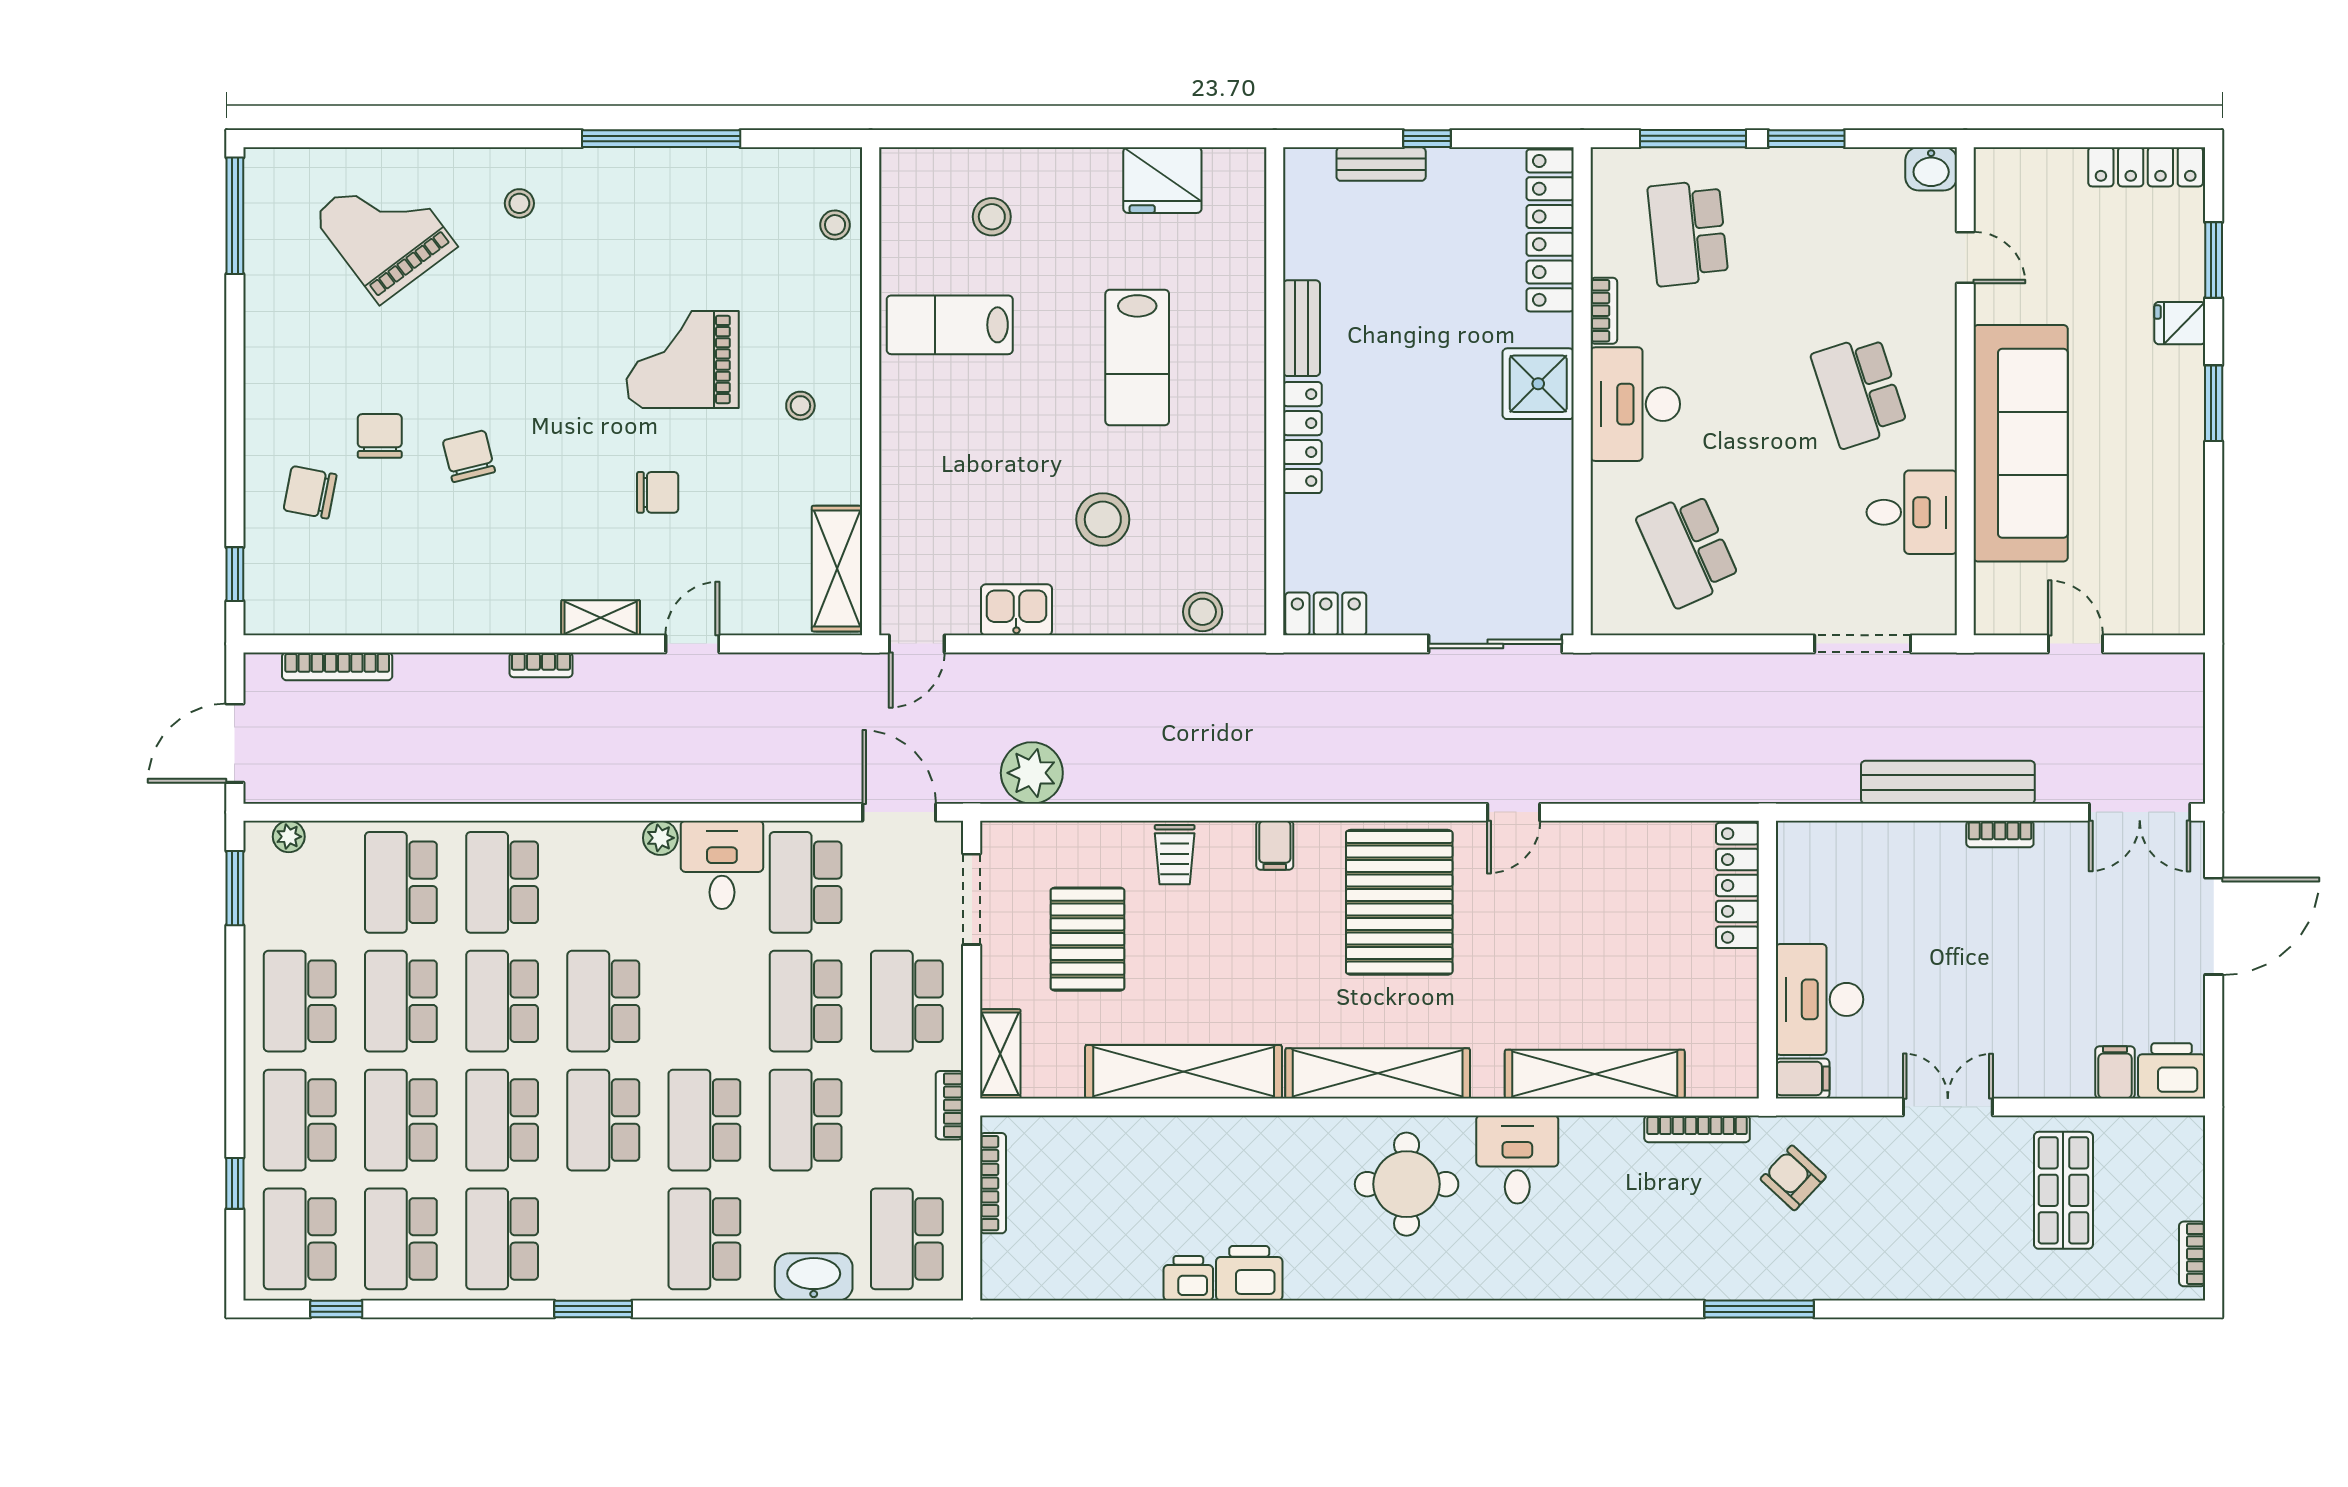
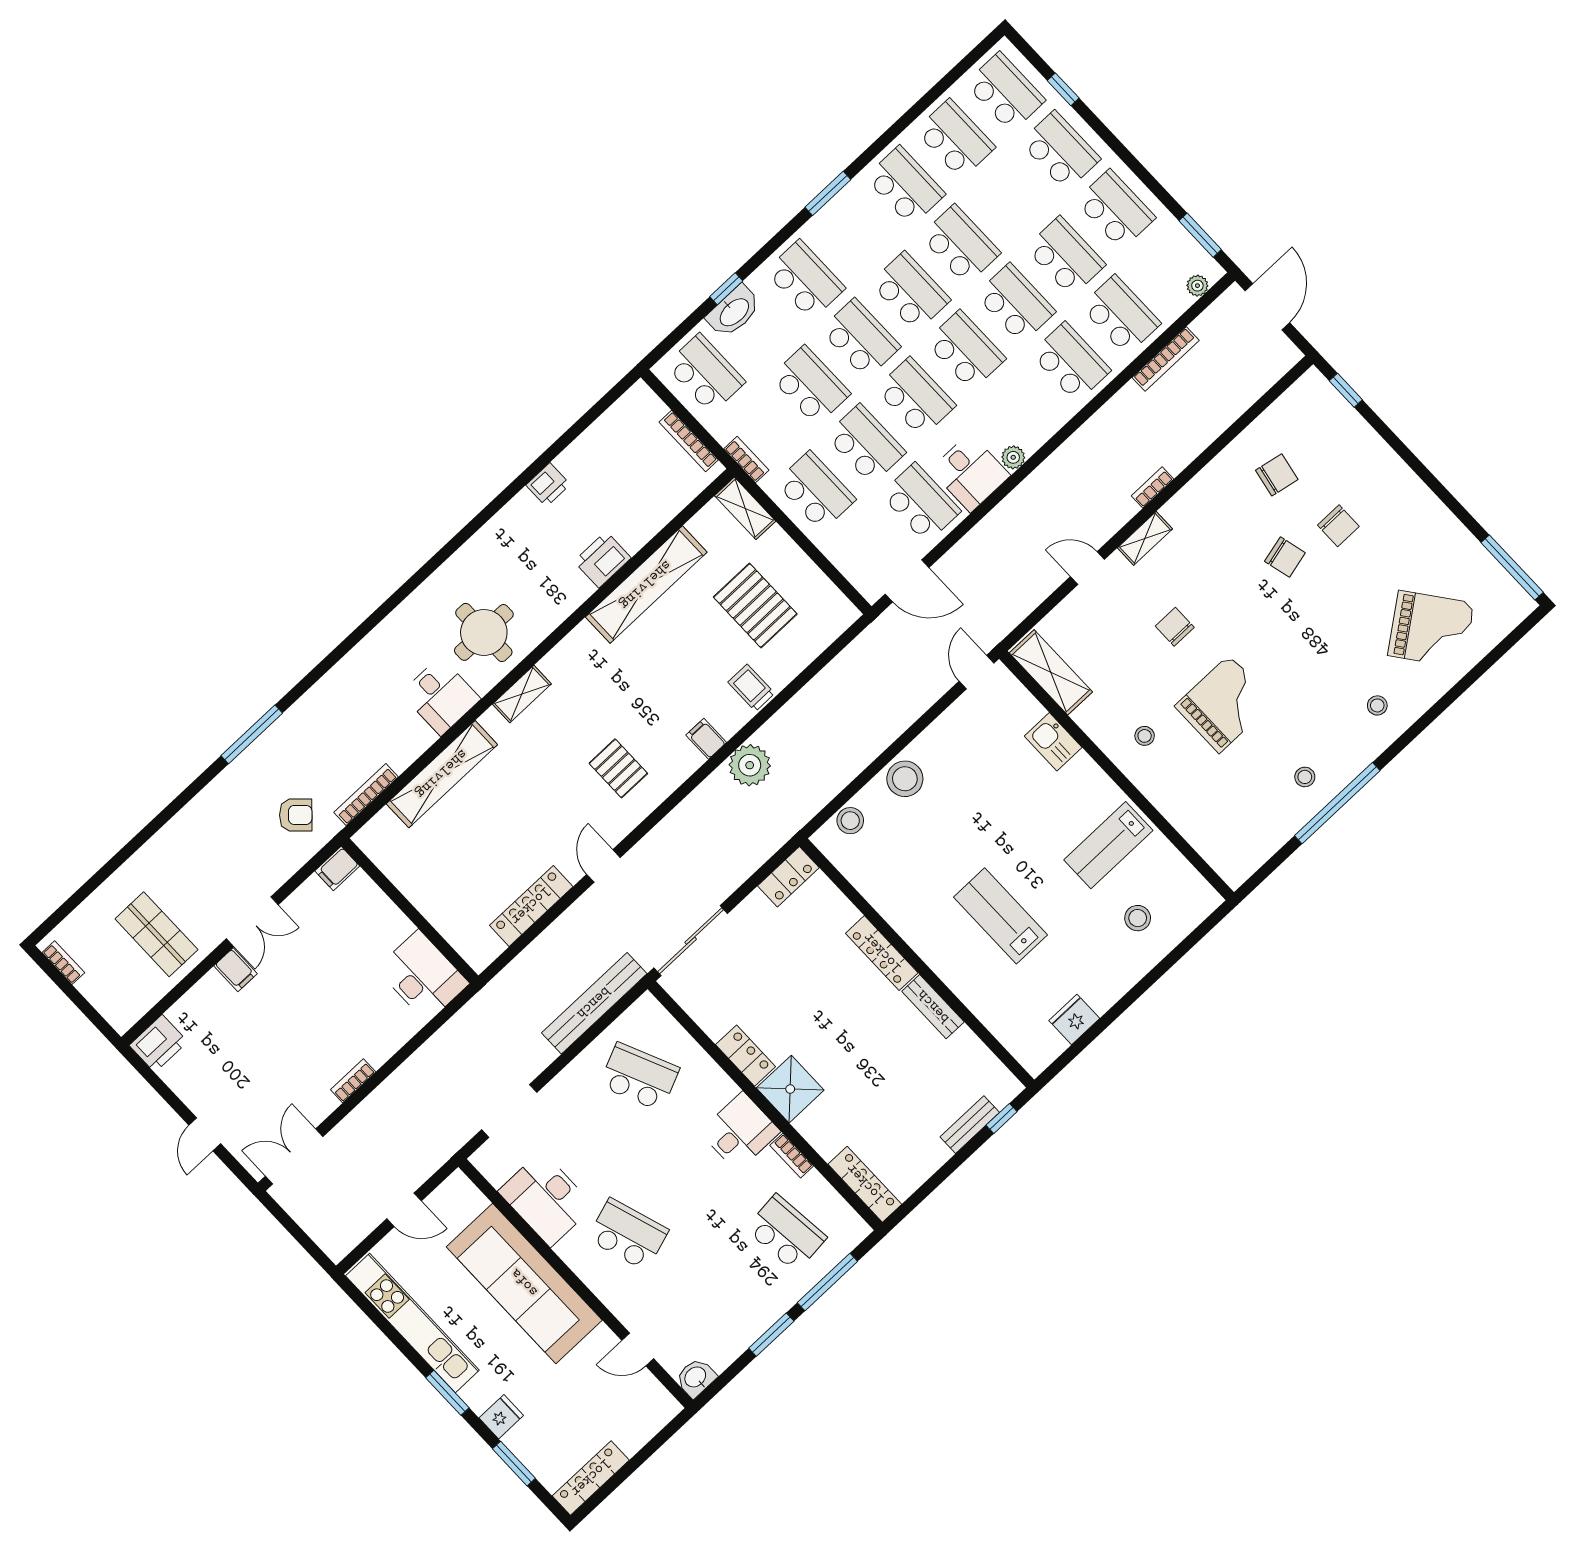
window: (1427, 139) -> (1002, 1118), moved
fridge: (1162, 180) -> (1074, 1019), width x0.73, depth x0.75
stool: (835, 225) -> (1305, 777), moved
locker: (1550, 230) -> (865, 1184), width x0.71, depth x0.83
lab bench: (950, 325) -> (1108, 845), turned 180
desk: (1635, 404) -> (740, 1132), width x0.73
locker: (1552, 465) -> (746, 1056), added
chair: (310, 492) -> (1277, 475), moved
chair: (658, 492) -> (1175, 627), turned 90
desk: (1912, 512) -> (546, 1199), width x1.37
kitchen unit: (2181, 514) -> (412, 1323), added
stool: (1103, 519) -> (905, 779), moved
kitchen sink: (1016, 610) -> (1053, 742), moved, turned 90
door: (692, 644) -> (1087, 568), swing flipped
bookcase: (337, 666) -> (1166, 359), moved, turned 180
plant: (1032, 773) -> (750, 765), moved
bench: (1948, 782) -> (594, 1003), moved
locker: (1737, 885) -> (531, 906), moved, turned -90
doorway: (972, 899) -> (831, 572), removed
pallet: (1399, 902) -> (618, 768), width x0.49, depth x0.50
door: (2214, 926) -> (205, 1134), width x0.53
desk: (1819, 999) -> (423, 976), moved
filing cabinet: (2115, 1072) -> (236, 970), moved
shelving: (1378, 1073) -> (522, 694), width x0.45, depth x0.75
school desk: (401, 1120) -> (916, 397), moved
printer: (1249, 1273) -> (602, 560), moved, turned 180
window: (336, 1309) -> (726, 289), moved

